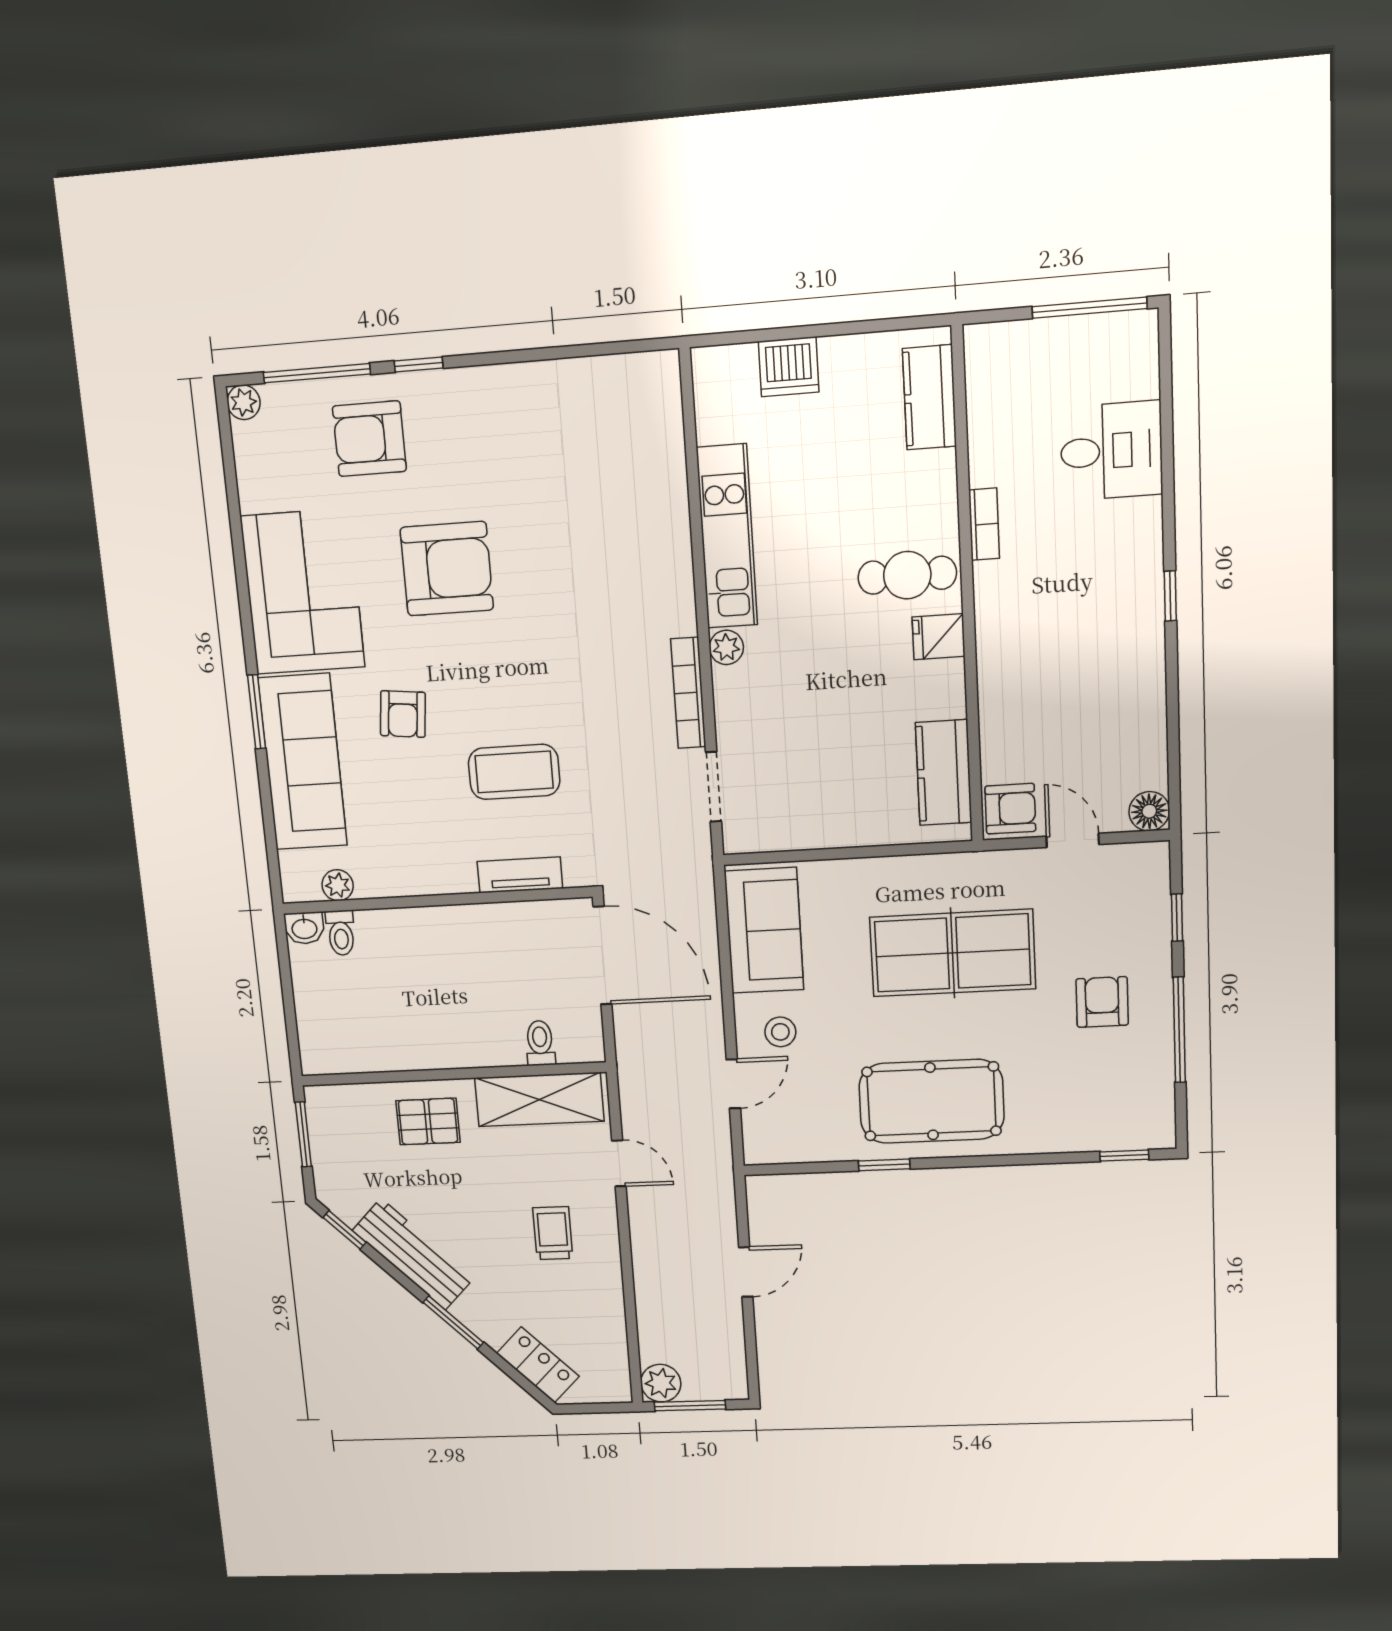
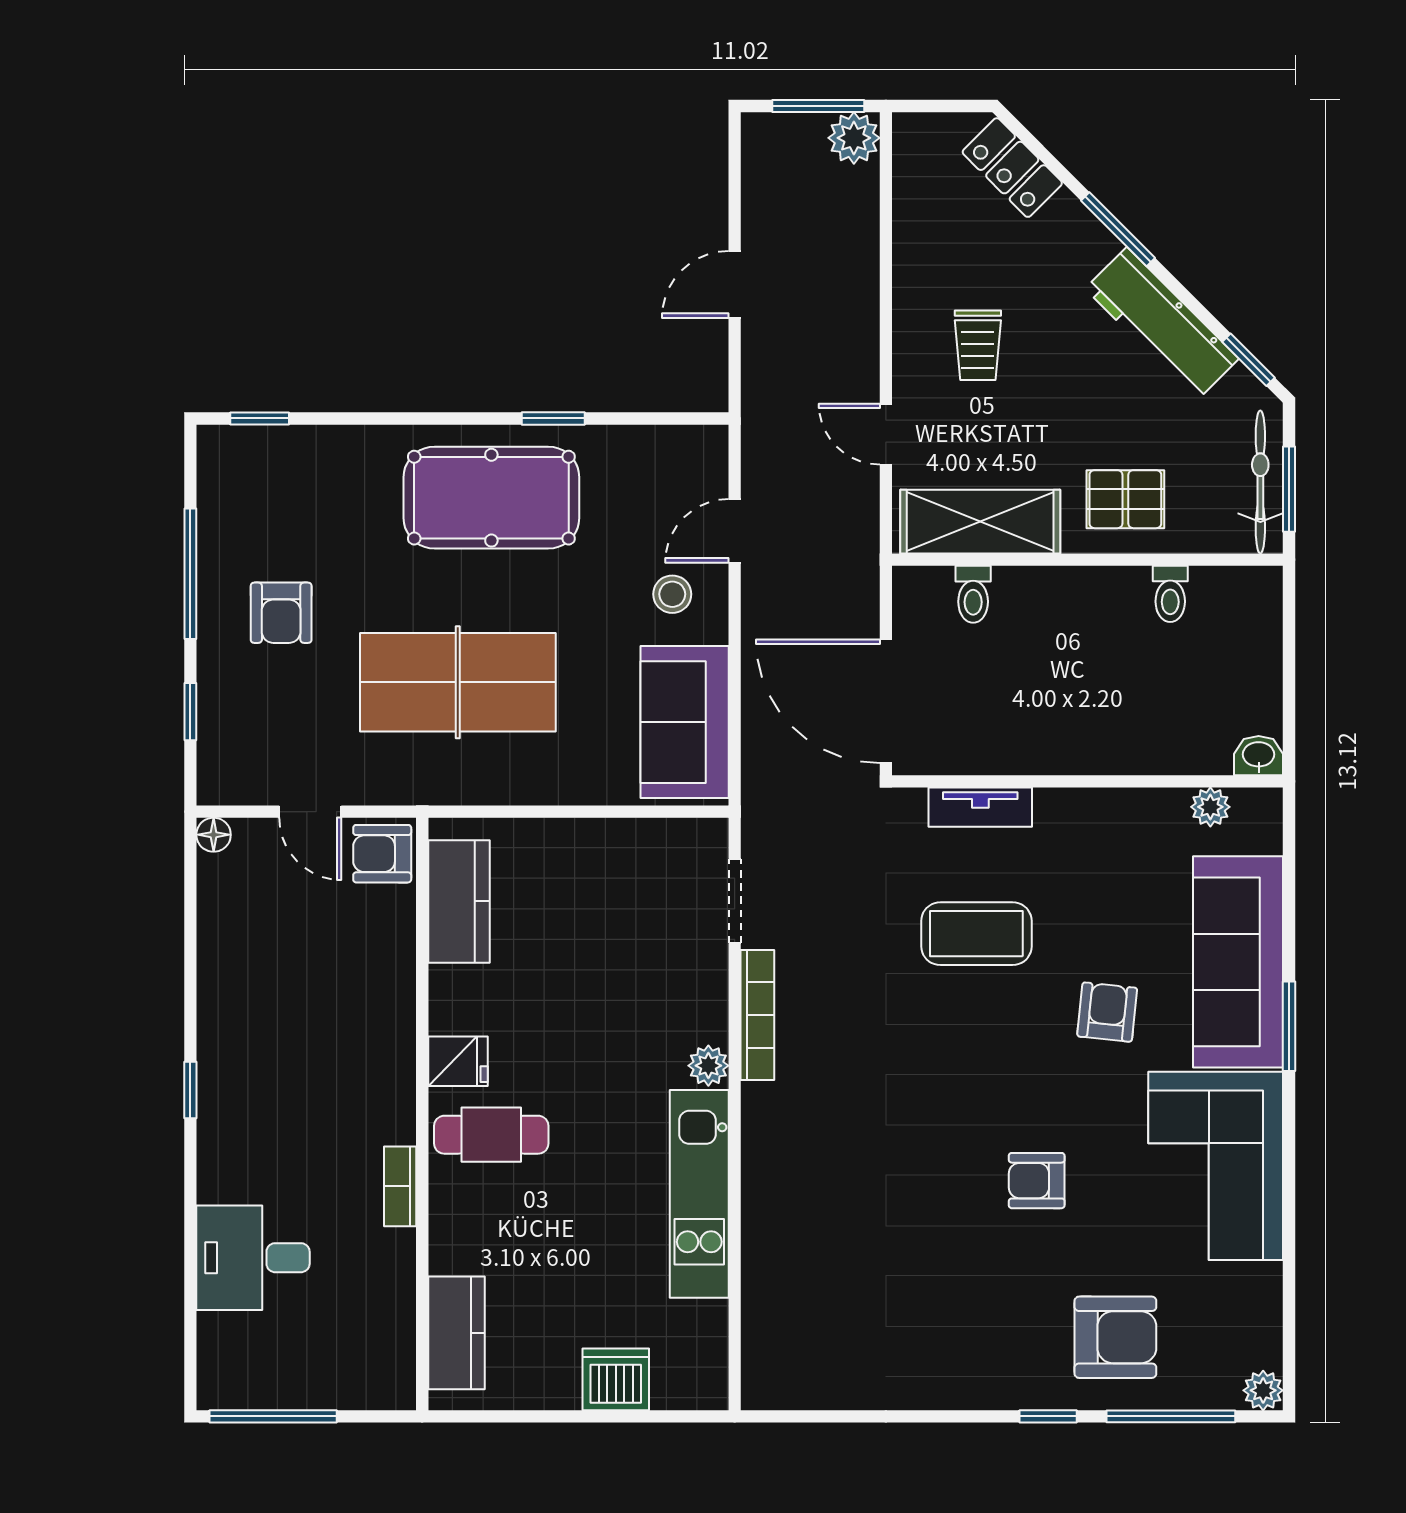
armchair: (447, 569) -> (1037, 1181), width x0.53, depth x0.53
floor lamp: (1149, 811) -> (214, 835), width x0.73, depth x0.73
toilet: (341, 933) -> (1170, 594), moved, turned 180
bicycle: (326, 1139) -> (1260, 482), added

